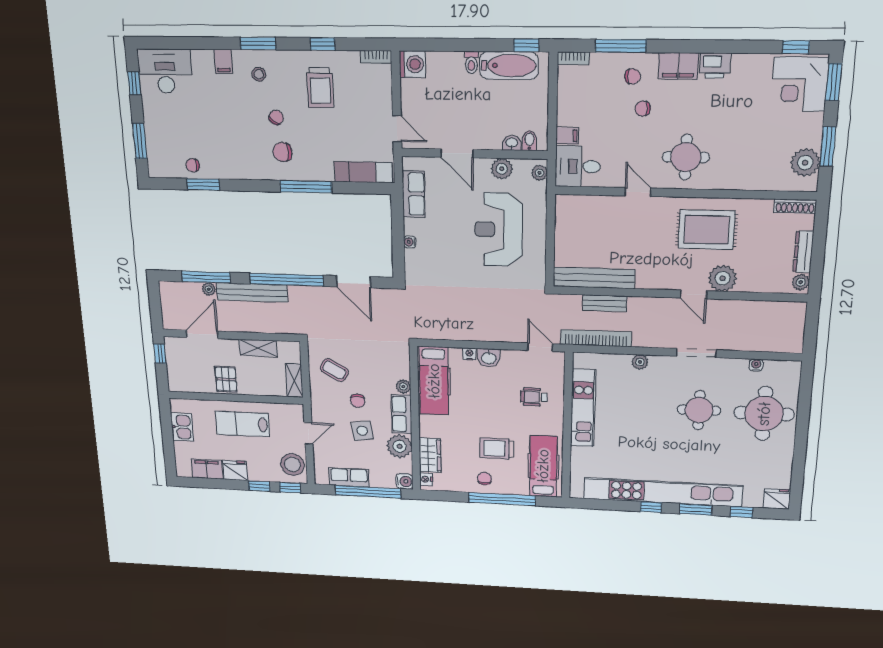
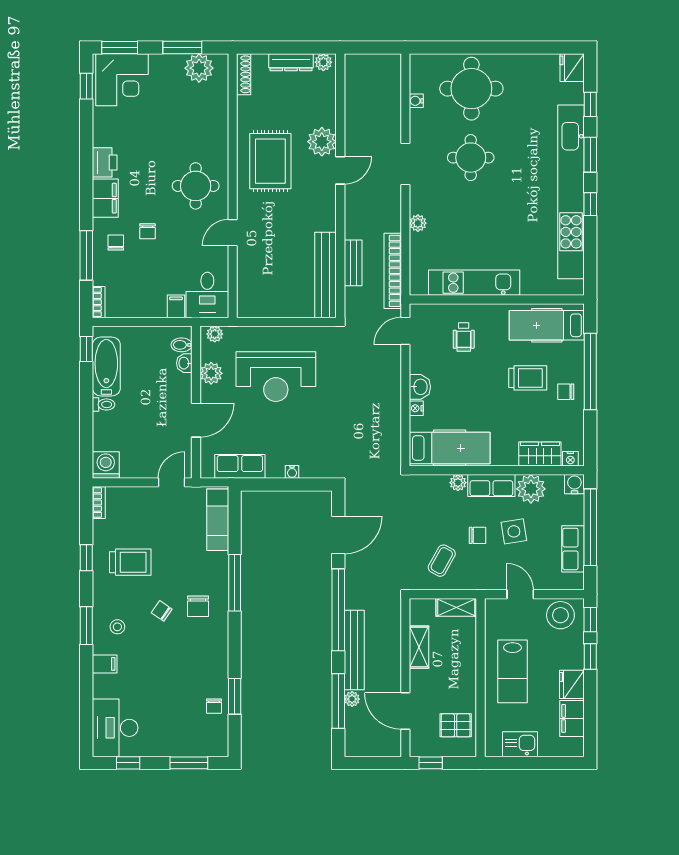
pallet: (226, 379) -> (456, 725), moved
trolley: (497, 448) -> (528, 378), turned -90

